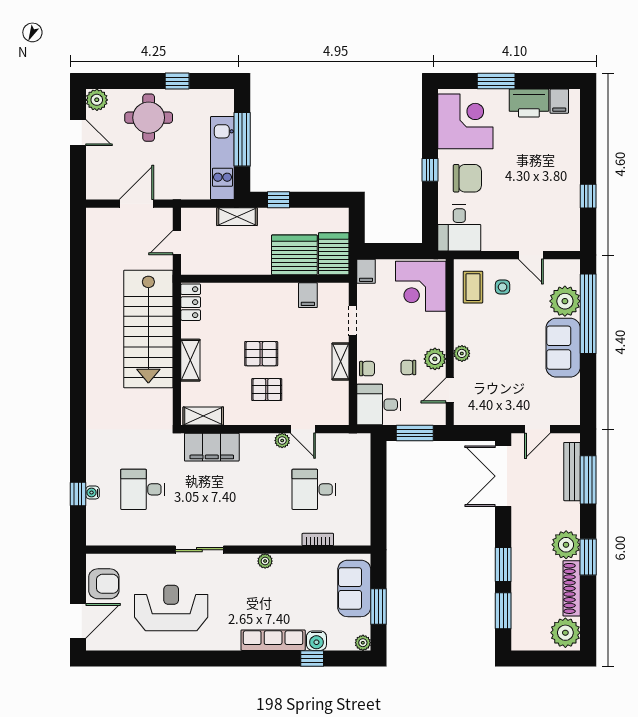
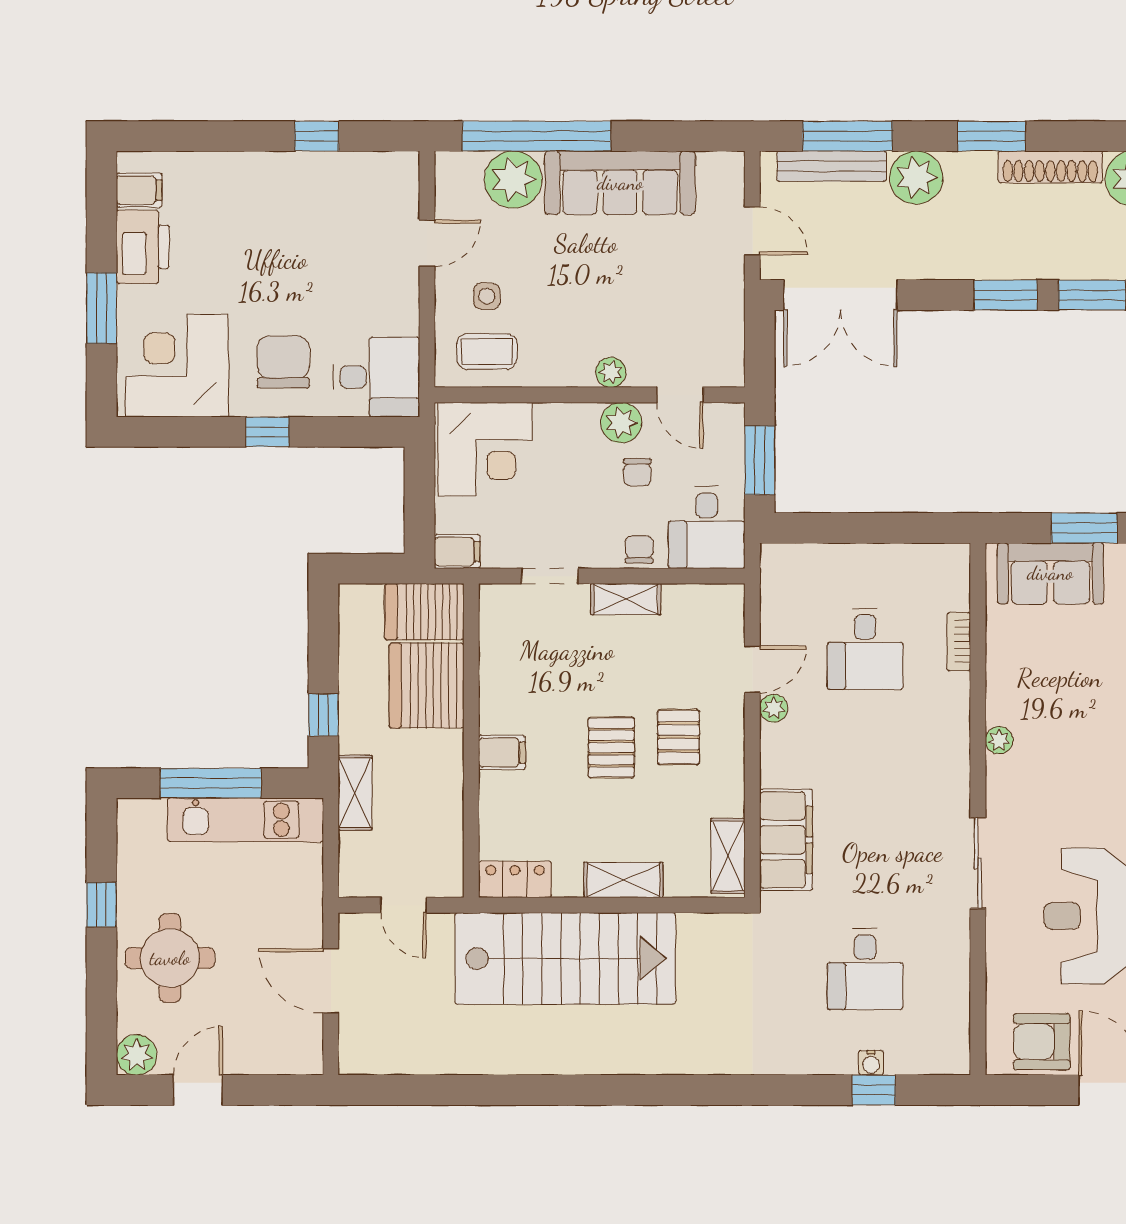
filing cabinet: (308, 295) -> (502, 753), moved
sofa: (563, 348) -> (620, 183), width x1.36
plant: (566, 545) -> (916, 177), moved
armchair: (104, 584) -> (1042, 1042), turned -90

